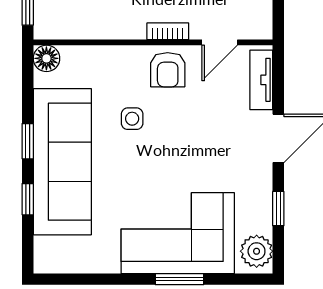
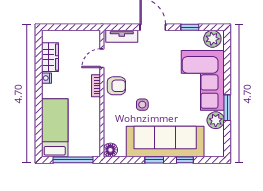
door: (220, 42) -> (102, 58), swing flipped
plant: (103, 257) -> (216, 120), added
window: (179, 279) -> (227, 108), moved

